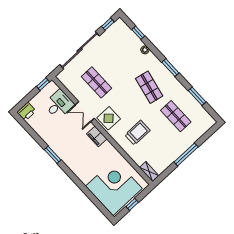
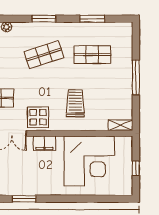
shop shelf: (149, 87) -> (44, 55), turned -30
corner desk: (114, 187) -> (89, 161), moved, turned 180

